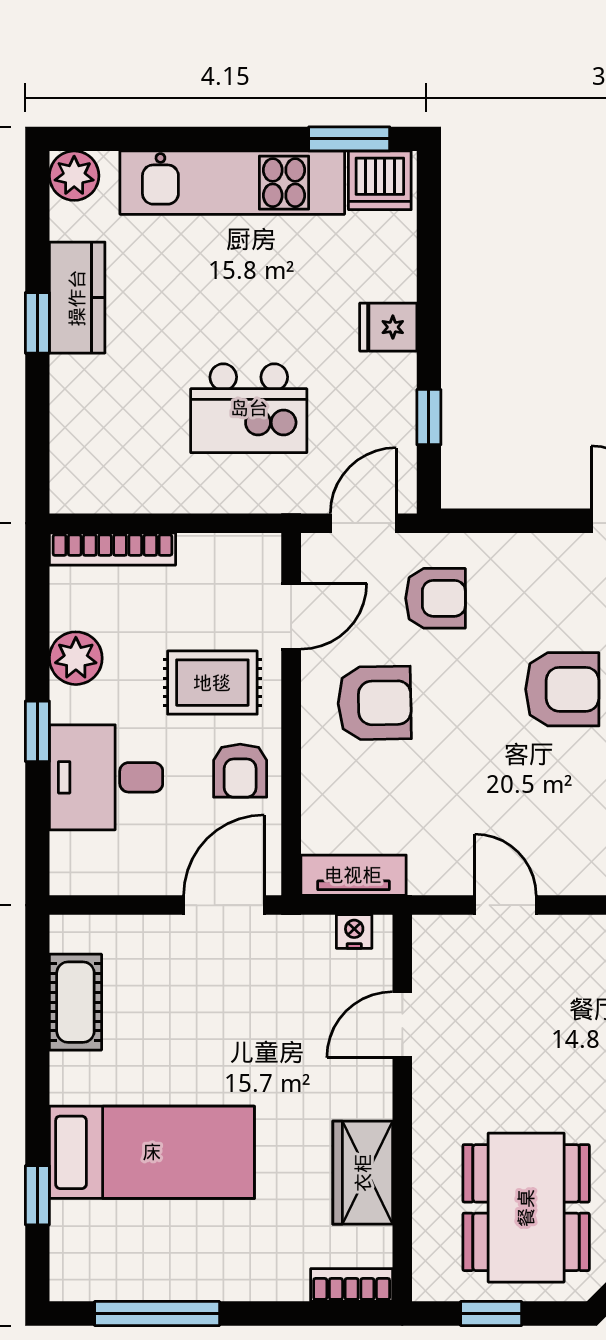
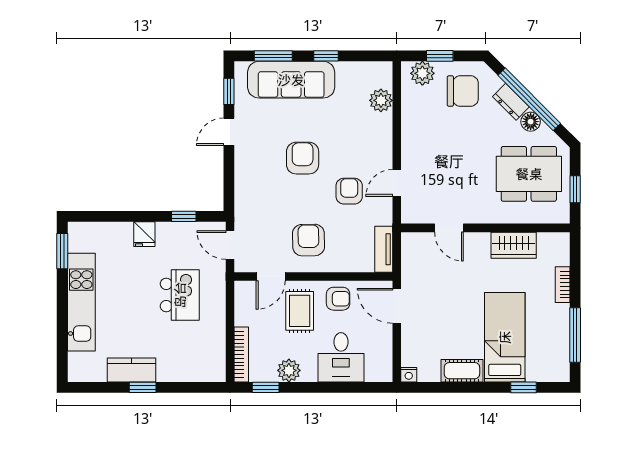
plant: (74, 176) -> (78, 371), removed
dishwasher: (380, 180) -> (80, 238), removed
armchair: (435, 598) -> (349, 191), moved
door: (291, 616) -> (271, 276), swing flipped
window: (37, 731) -> (266, 387), moved
nightstand: (354, 932) -> (409, 375), moved, turned -90
cot: (75, 1002) -> (462, 371), moved
bookcase: (352, 1285) -> (563, 285), moved

